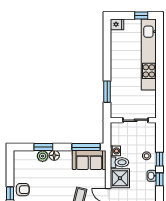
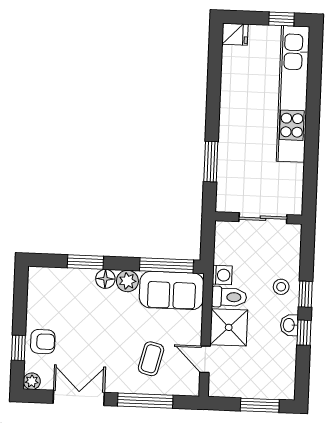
plant: (43, 156) -> (127, 281), moved

